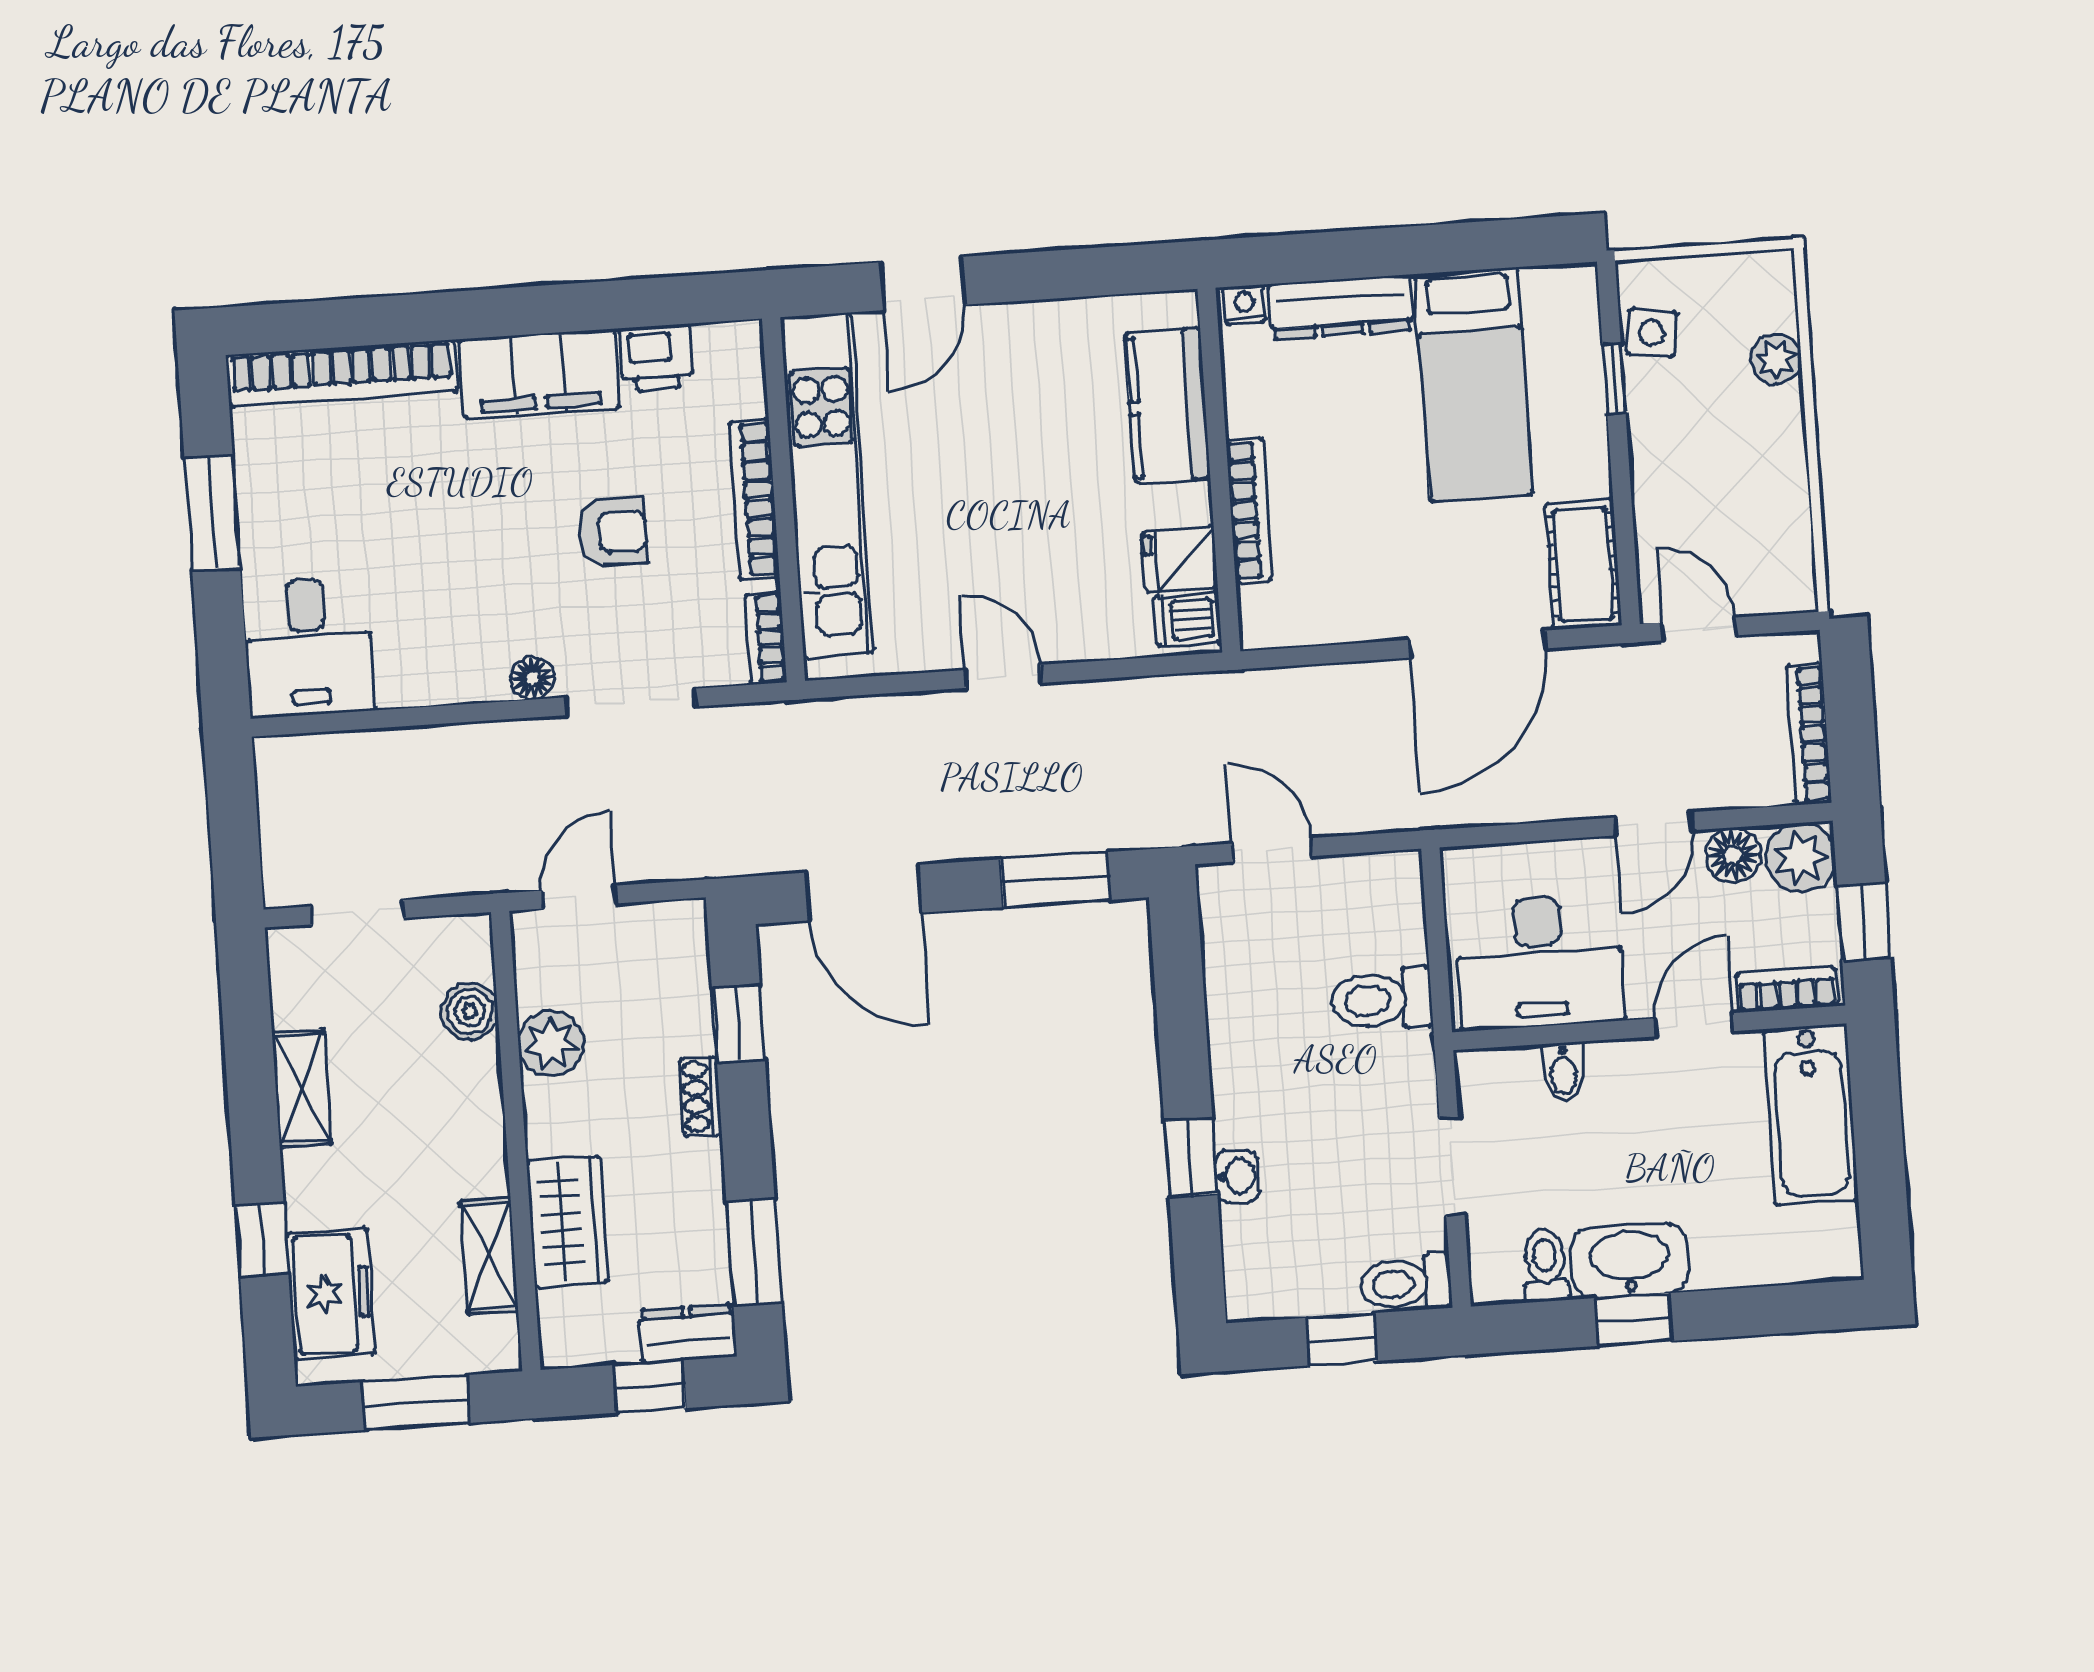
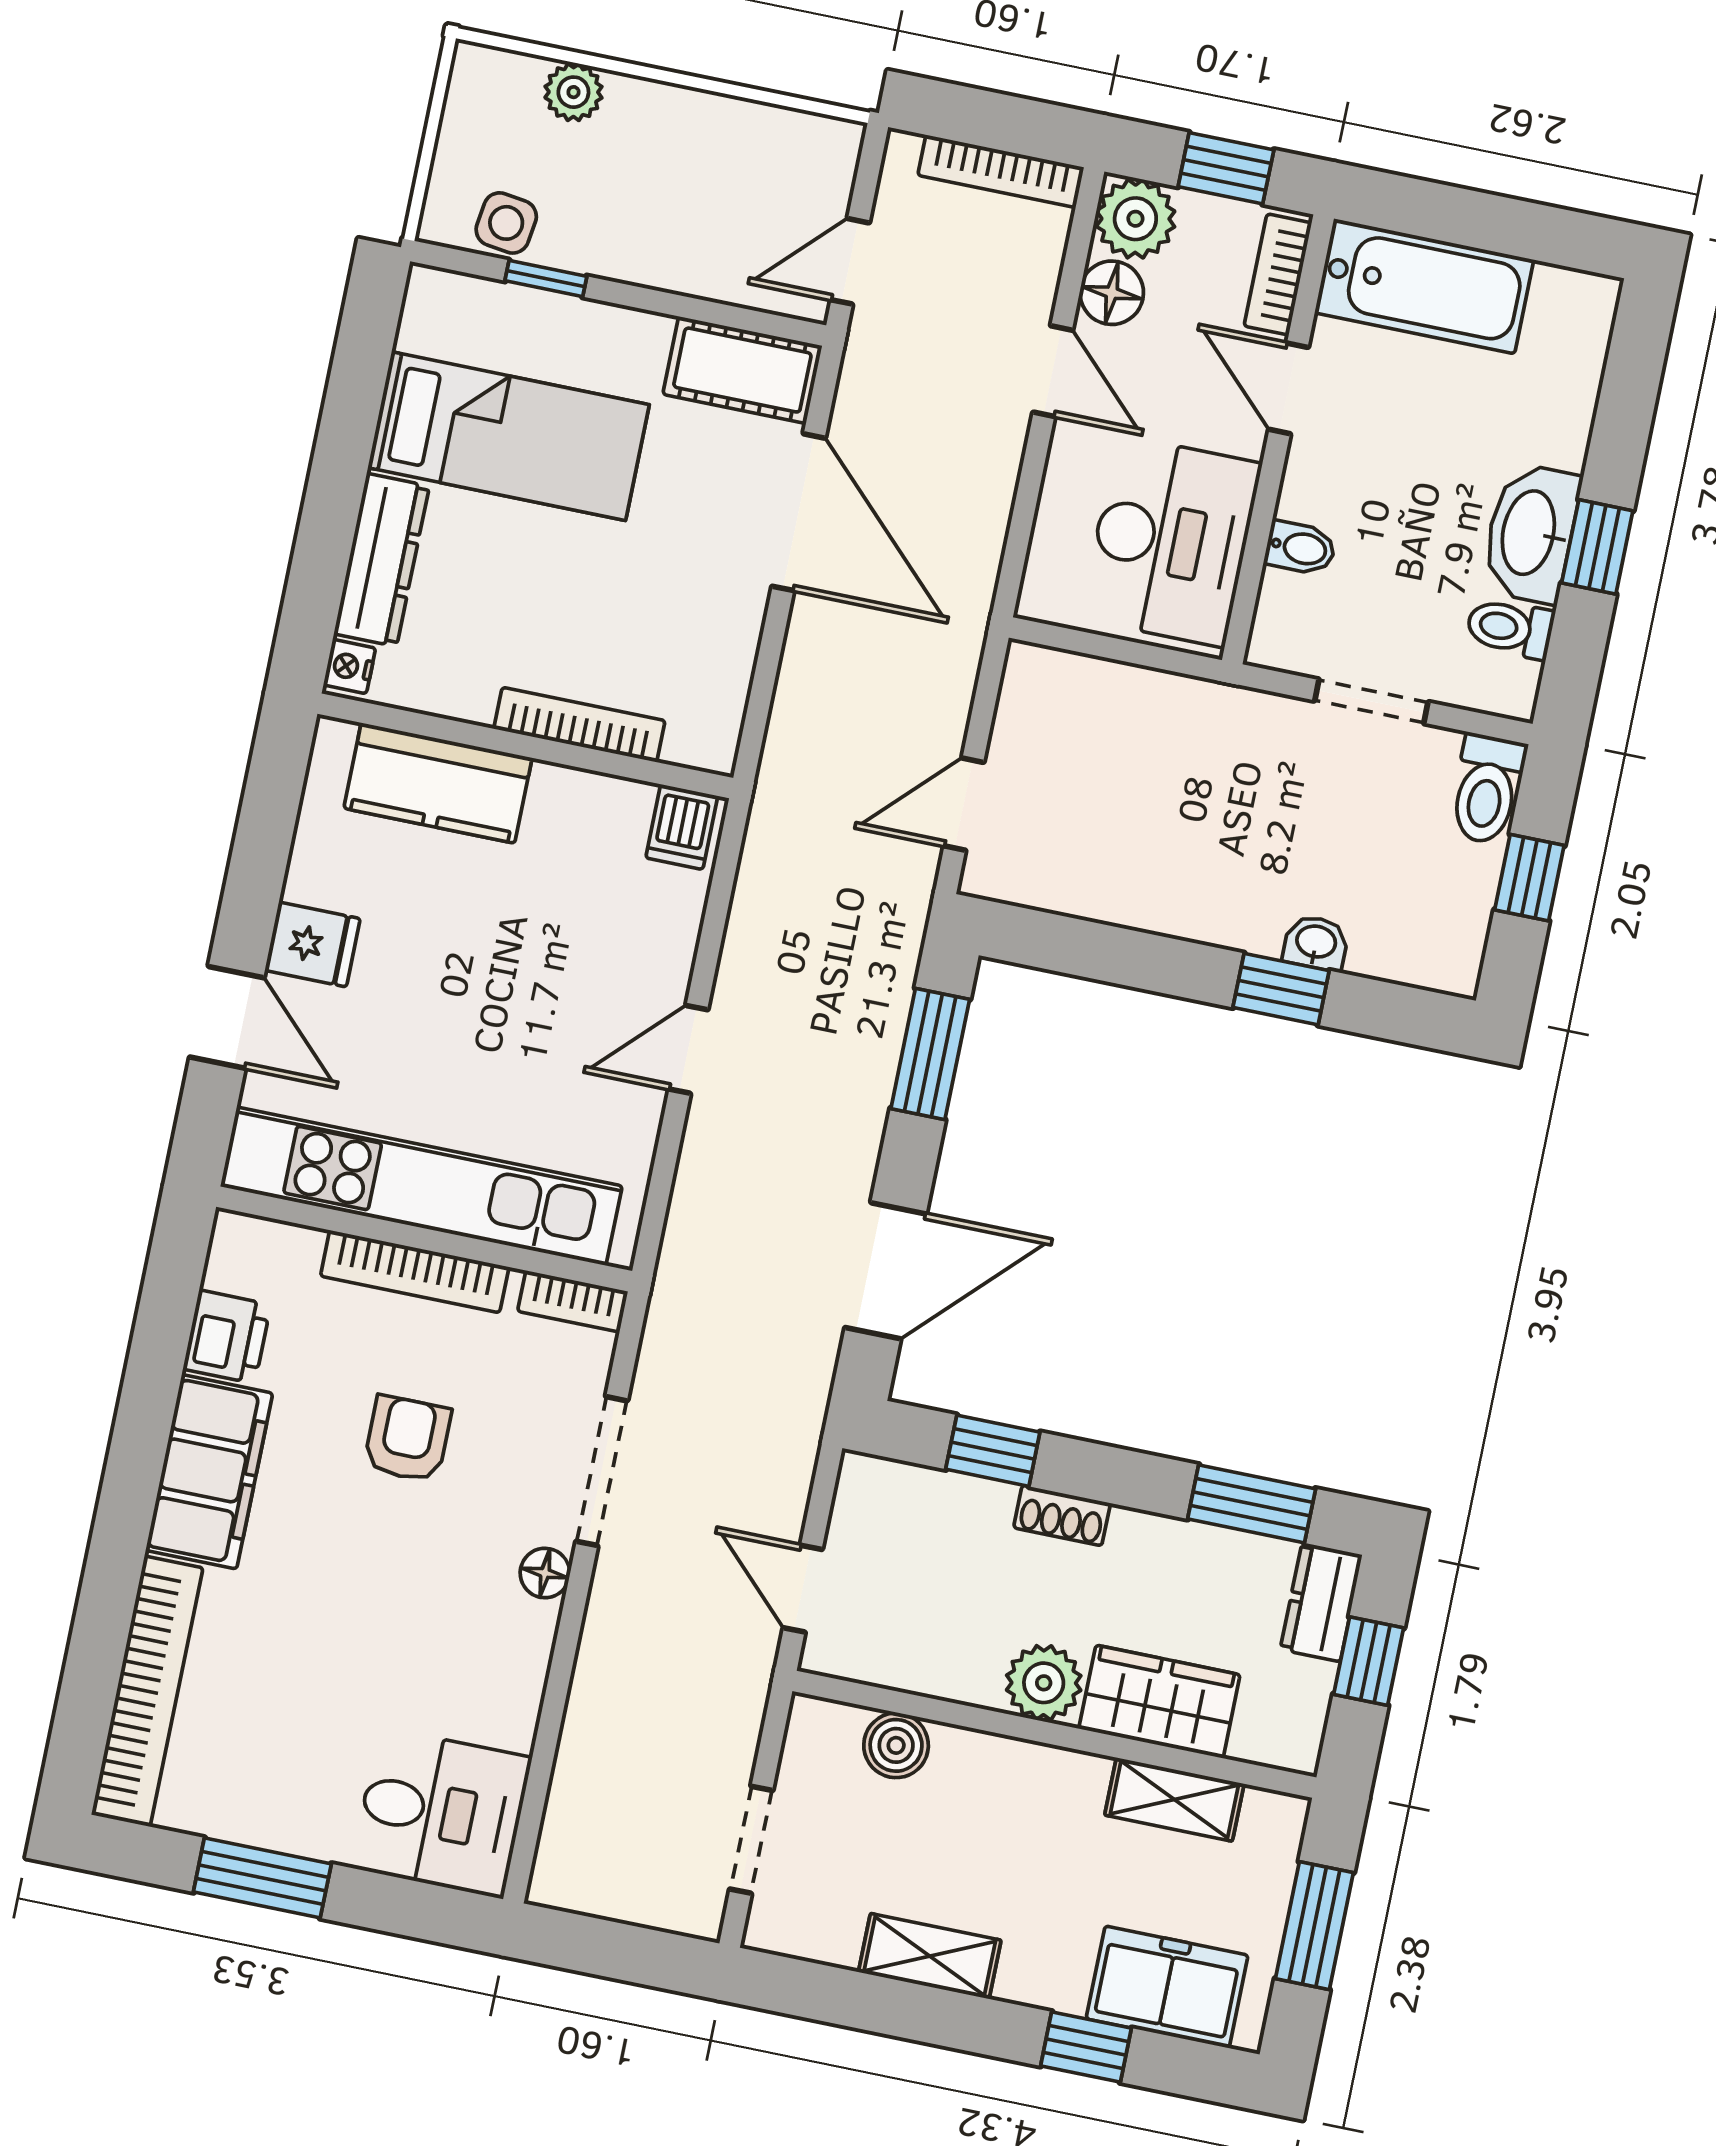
fridge: (1180, 559) -> (312, 944), moved, turned -90
toilet: (1381, 1000) -> (1164, 728), removed
plant: (551, 1043) -> (1044, 1683), moved

